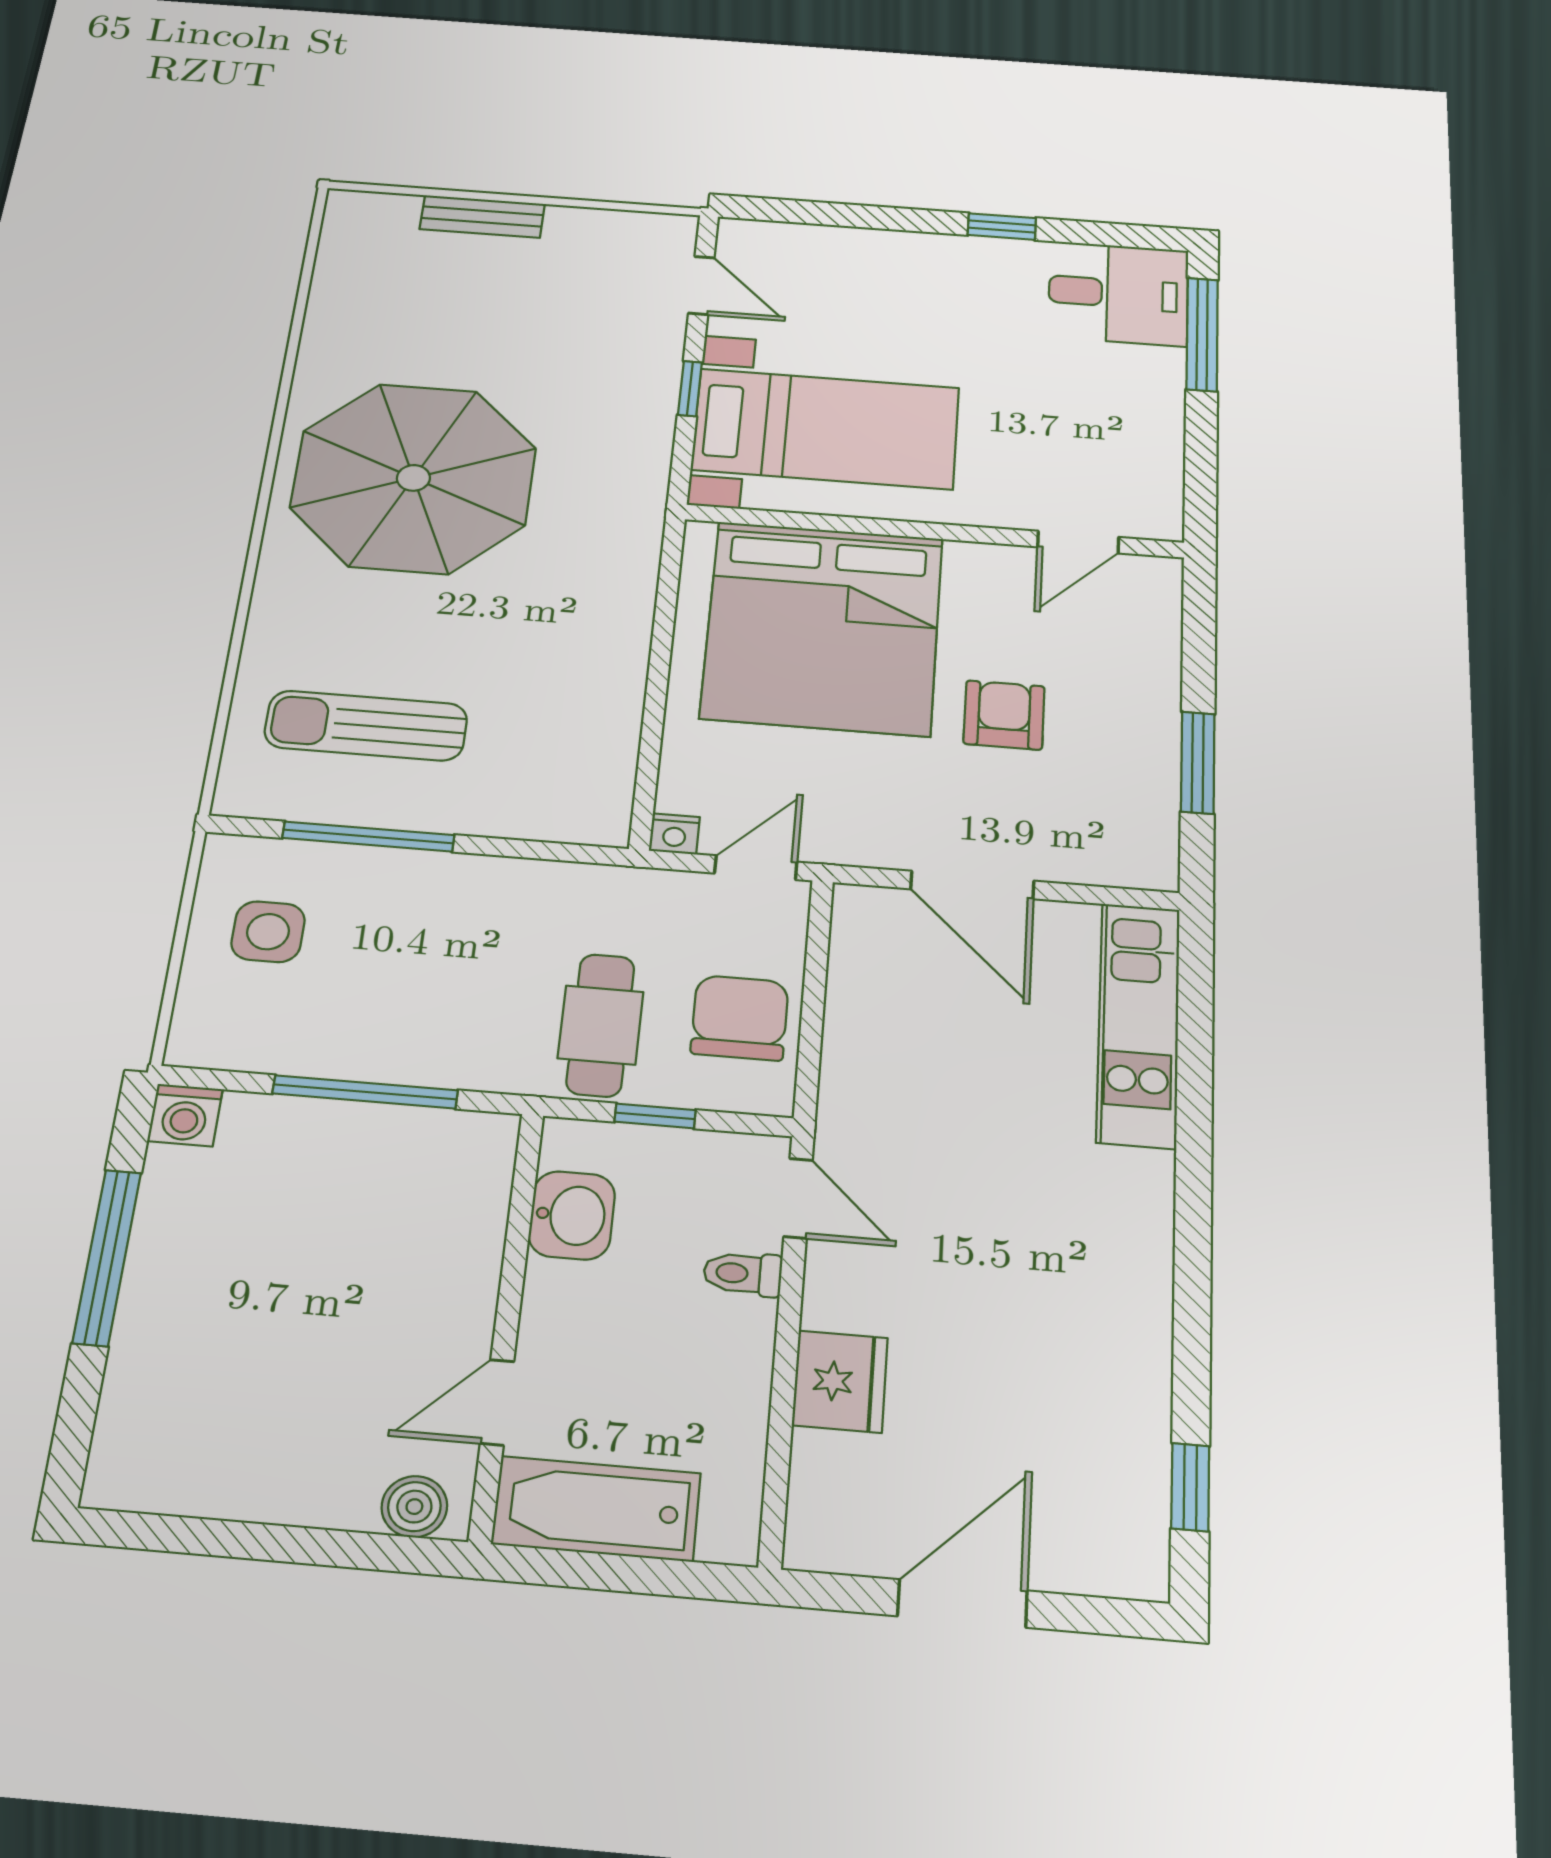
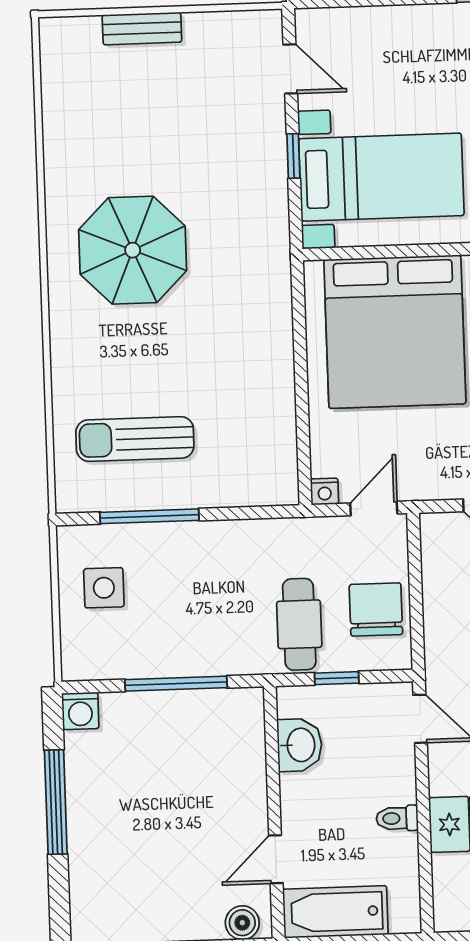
parasol: (413, 478) -> (133, 250), width x0.73, depth x0.73
toilet: (743, 1274) -> (397, 818), moved

